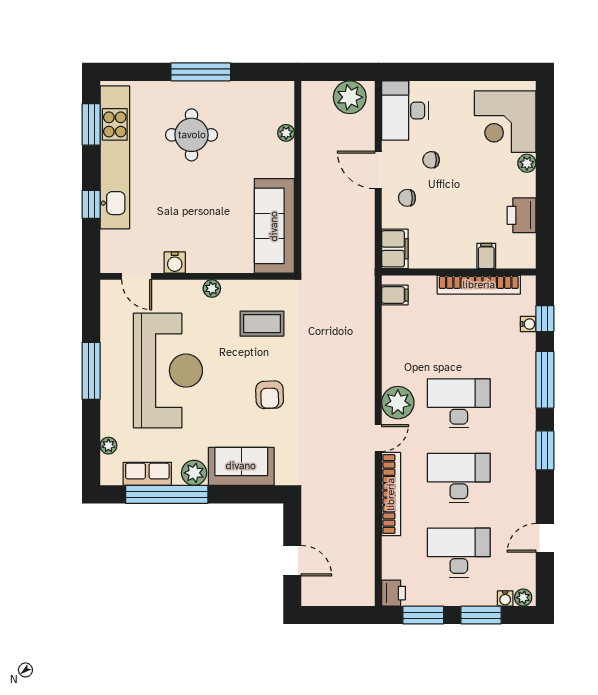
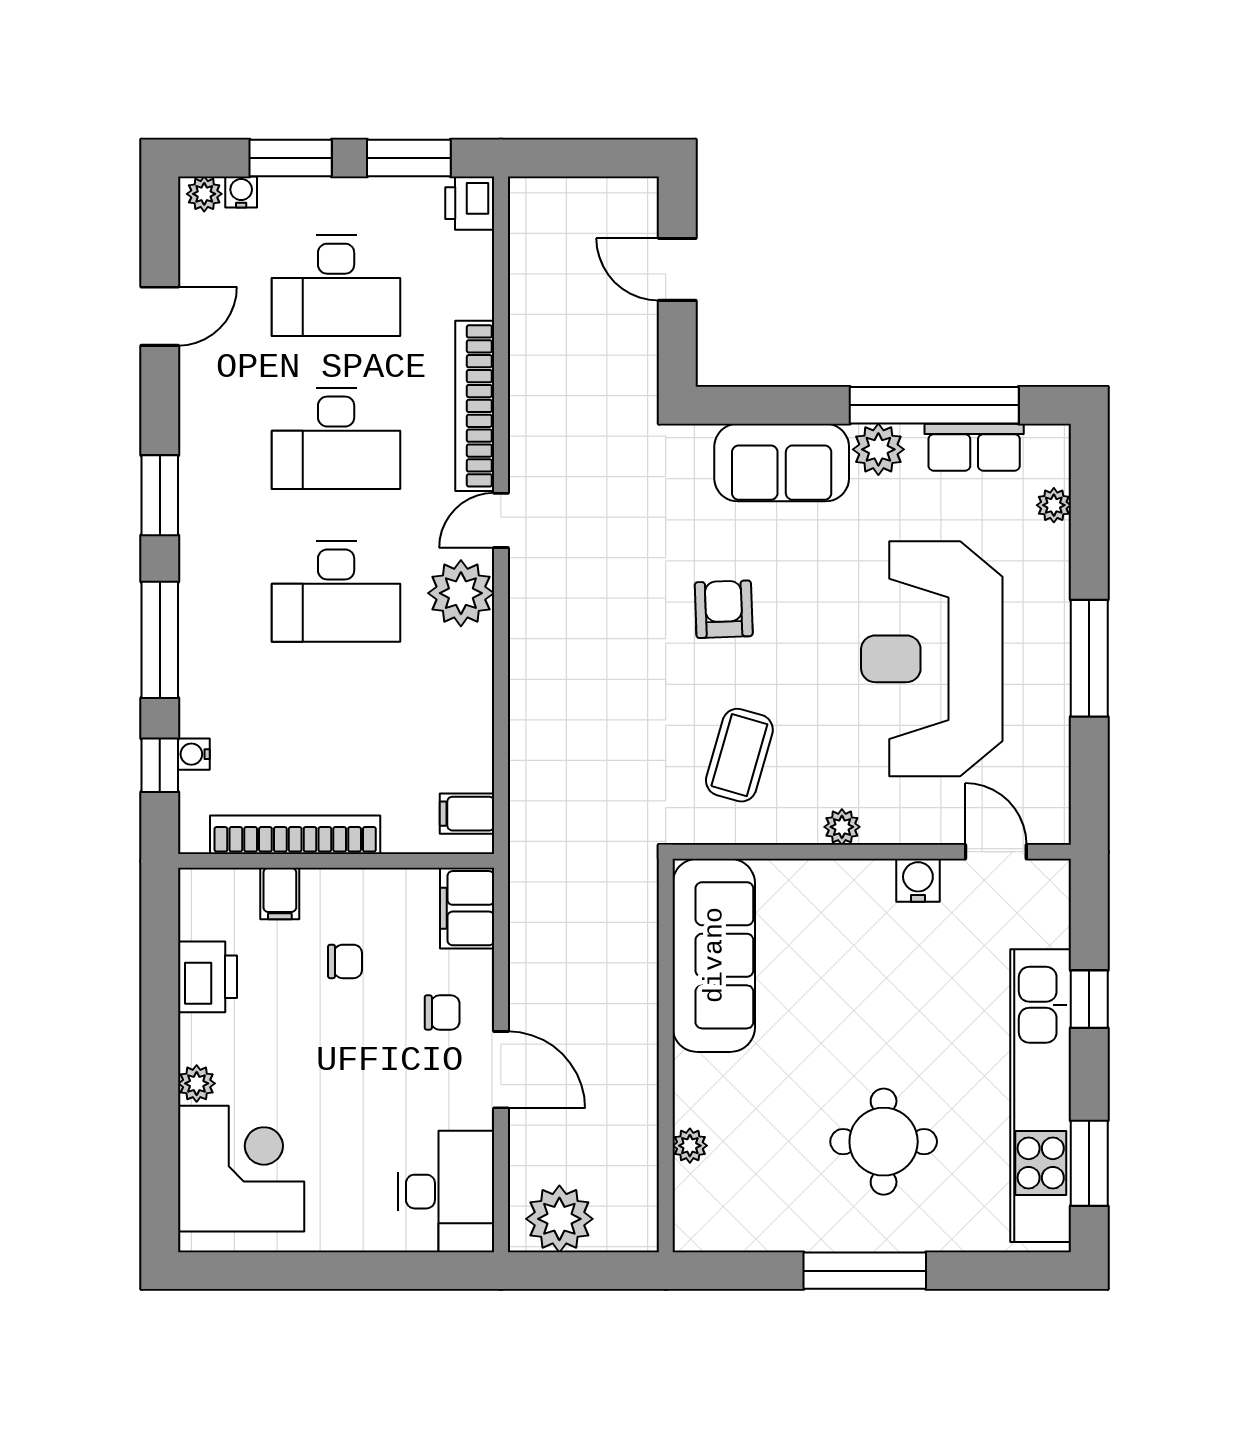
chair: (431, 160) -> (345, 961), moved
coffee table: (262, 324) -> (739, 755), turned -74

